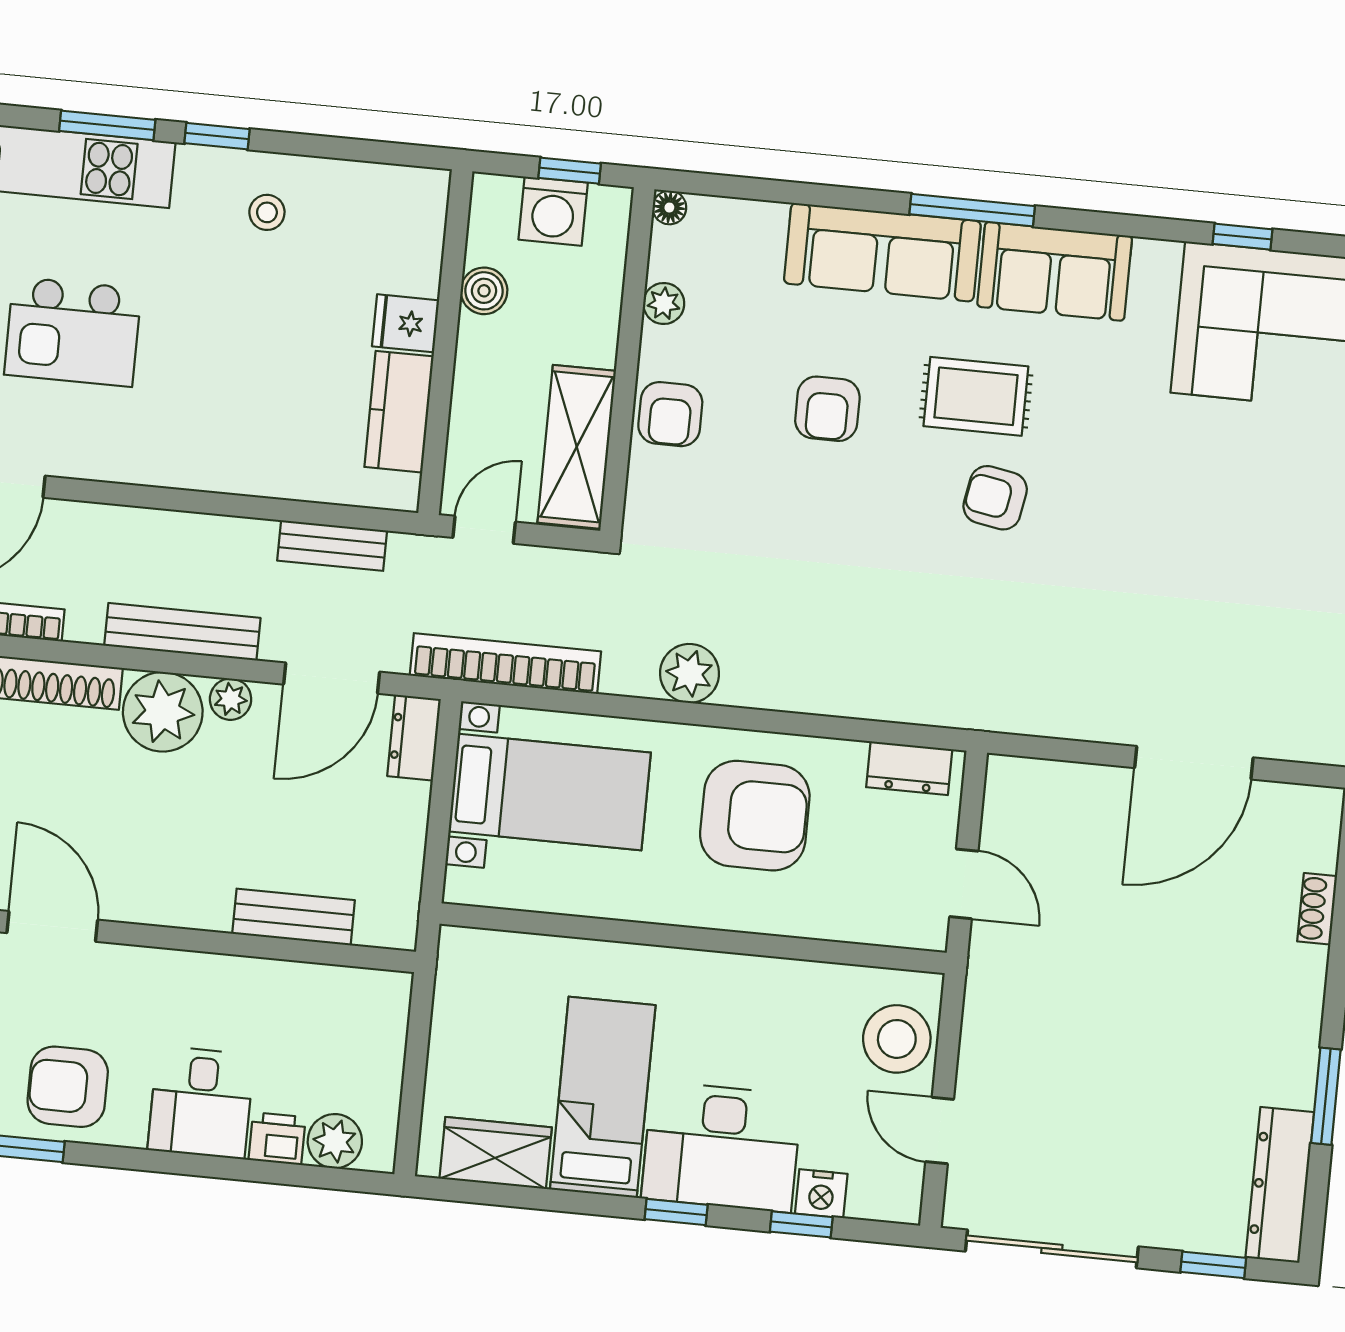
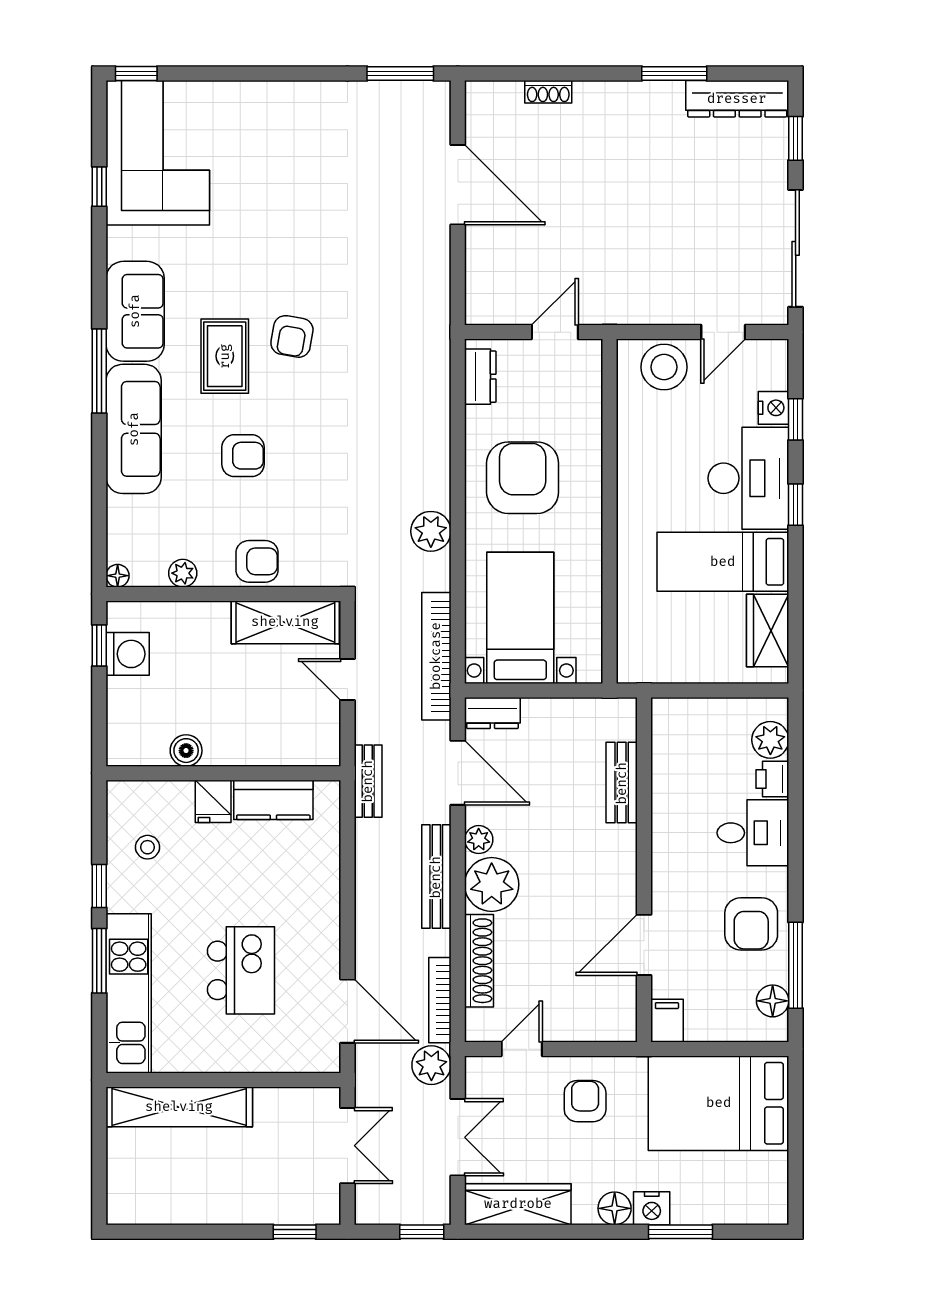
boiler: (484, 291) -> (186, 751), moved
fridge: (406, 323) -> (213, 801), moved
wall: (445, 342) -> (223, 773), moved
kitchen counter: (399, 412) -> (273, 800), moved

